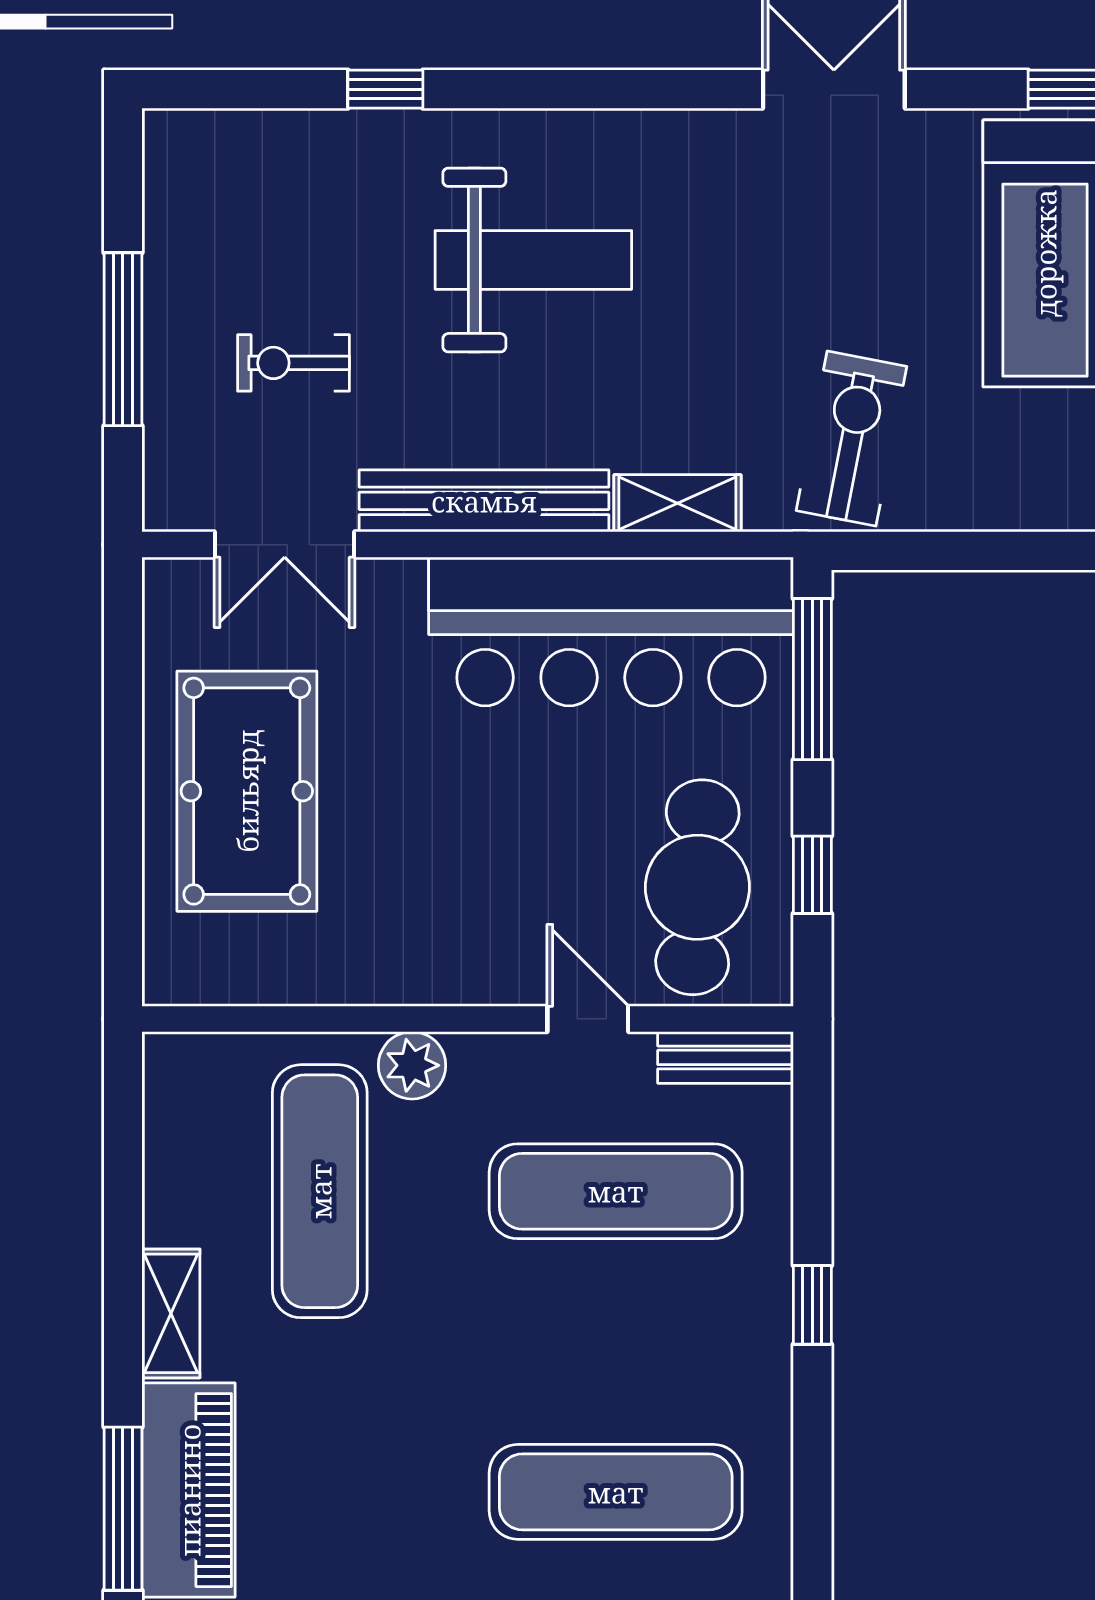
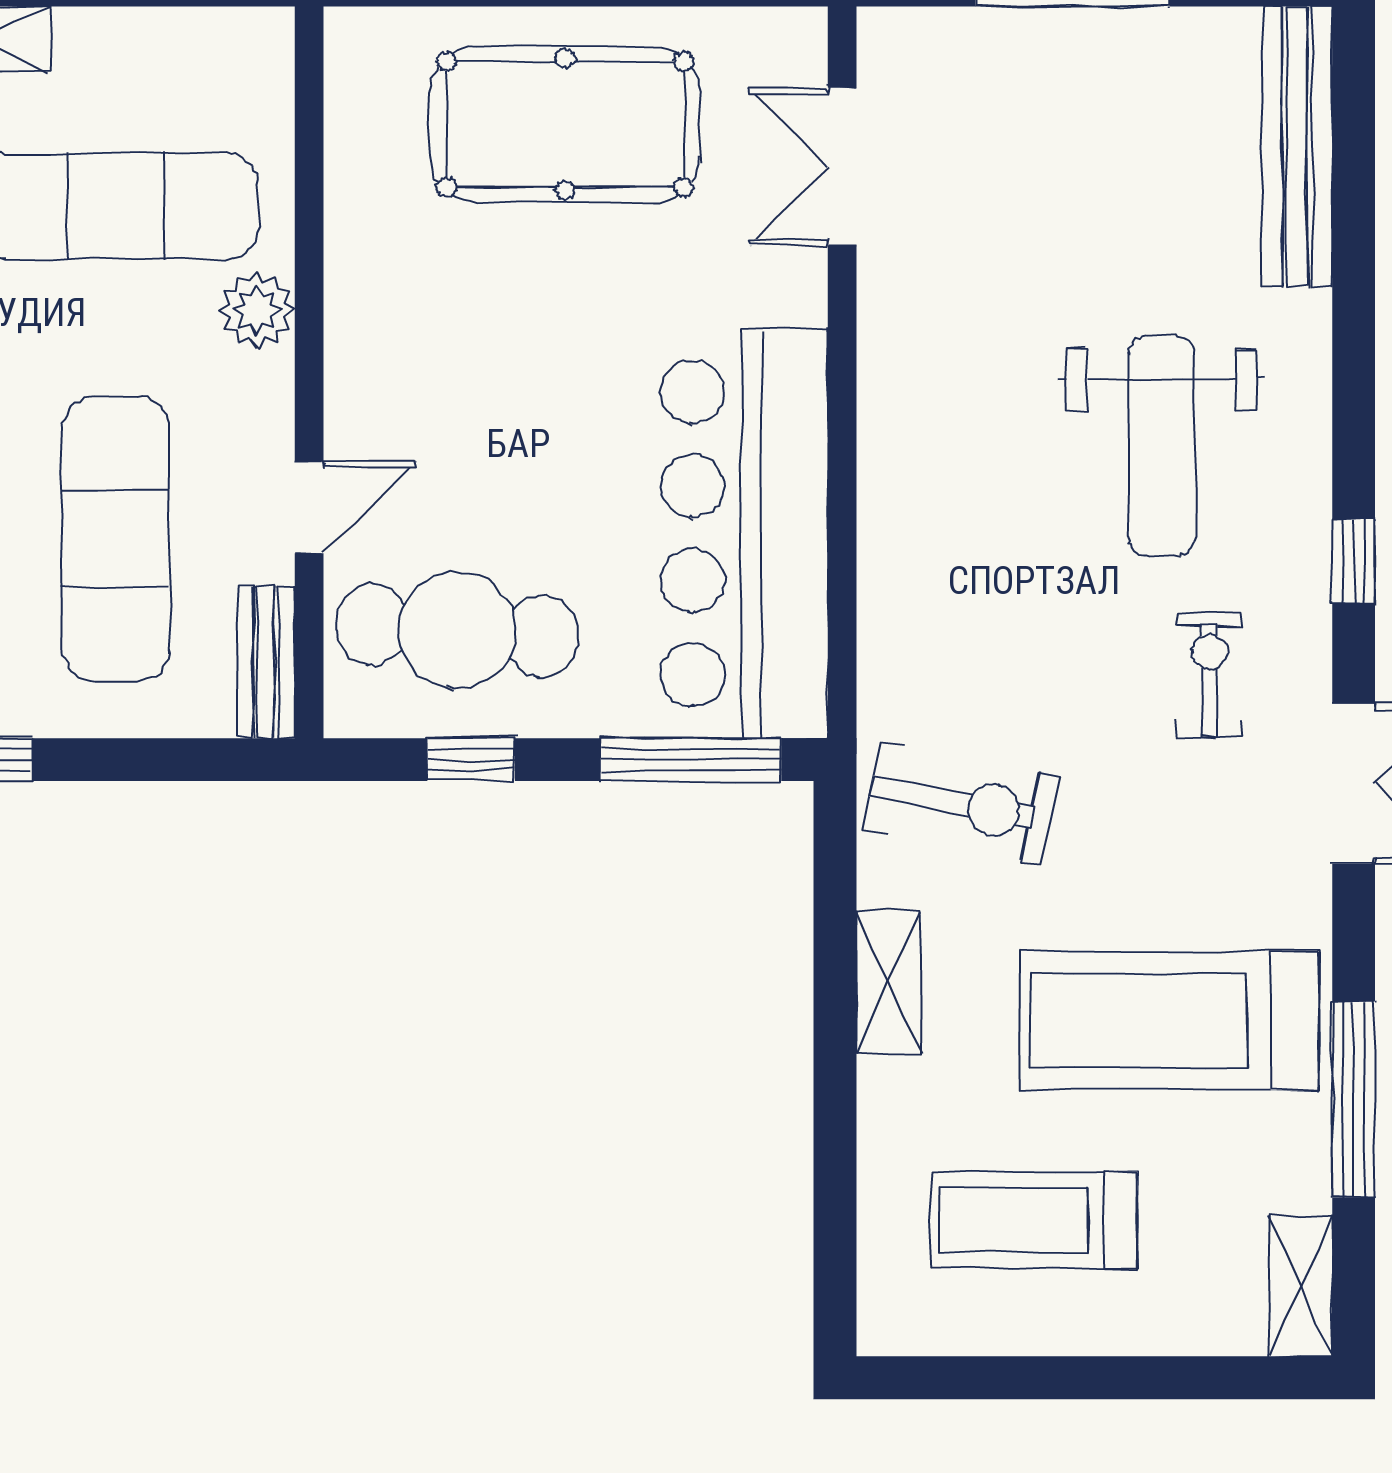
window: (385, 89) -> (1354, 561), moved
exercise bike: (294, 363) -> (1210, 675), moved
bench: (484, 501) -> (1297, 147), moved
shelving: (677, 503) -> (888, 983), moved

